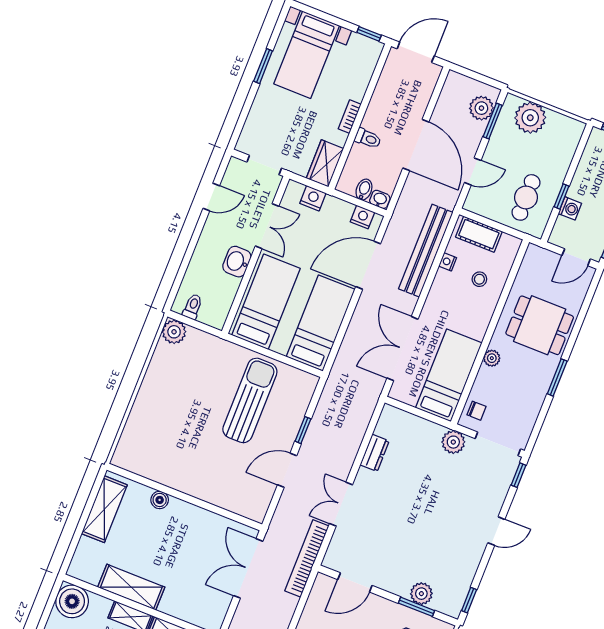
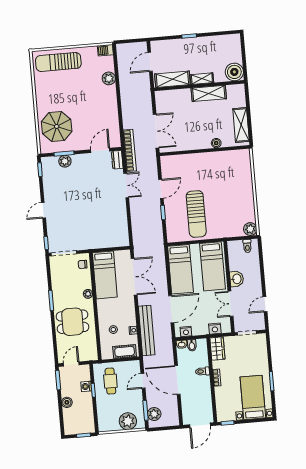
plant: (453, 442) -> (86, 243), removed
dresser: (375, 453) -> (117, 160), moved

